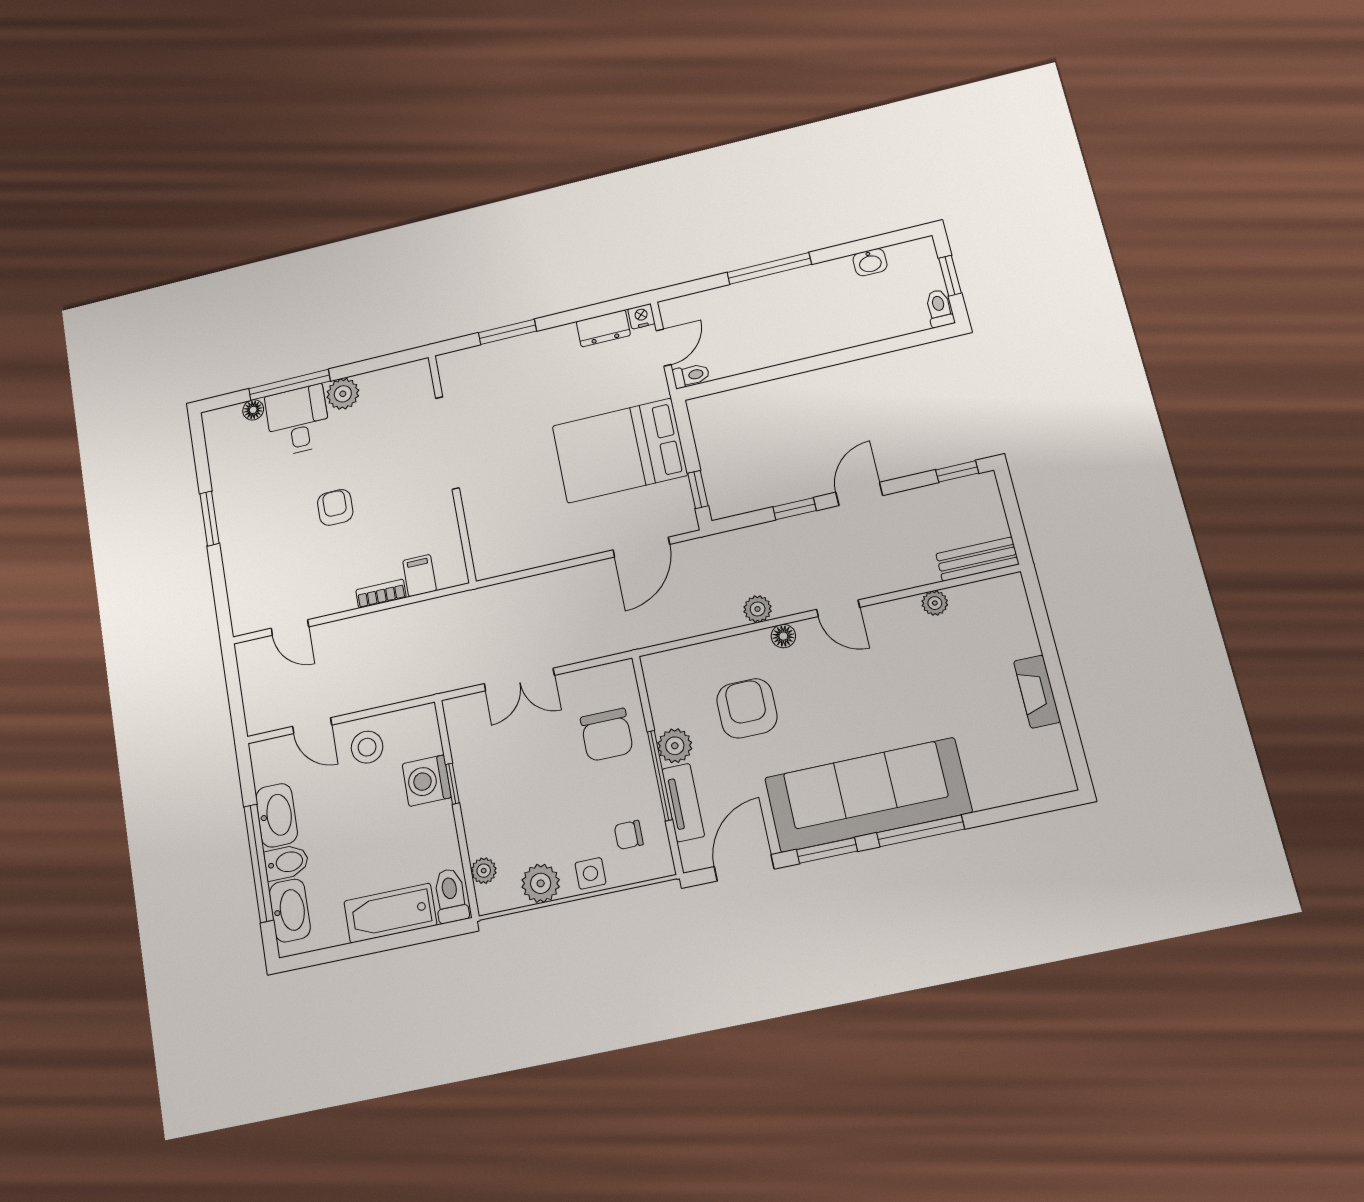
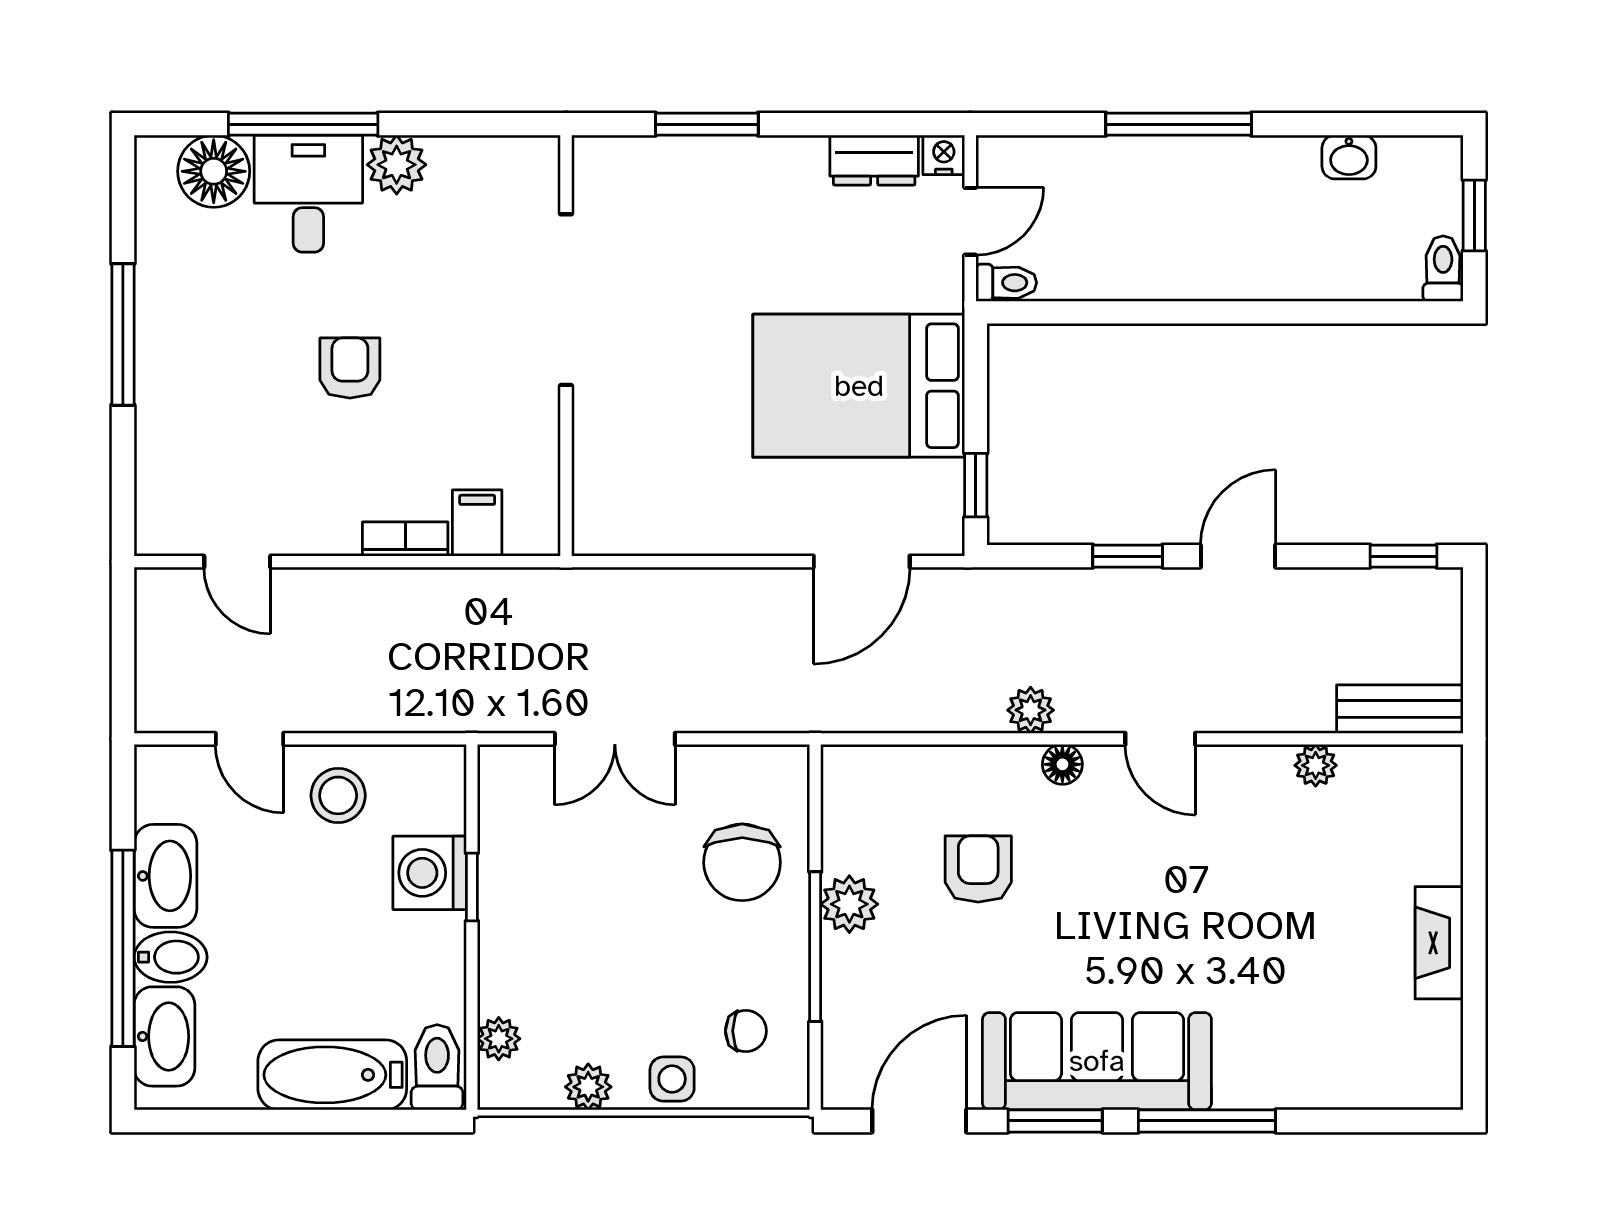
floor lamp: (253, 410) -> (214, 171), width x1.89, depth x1.89
window: (210, 518) -> (123, 334), width x1.44
armchair: (747, 708) -> (978, 869), width x0.72, depth x0.72
sofa: (868, 795) -> (1097, 1061), width x0.74, depth x0.79
tv unit: (683, 803) -> (844, 998), removed
chair: (629, 835) -> (746, 1031), turned 180
plant: (541, 883) -> (588, 1087), width x0.73, depth x0.73

